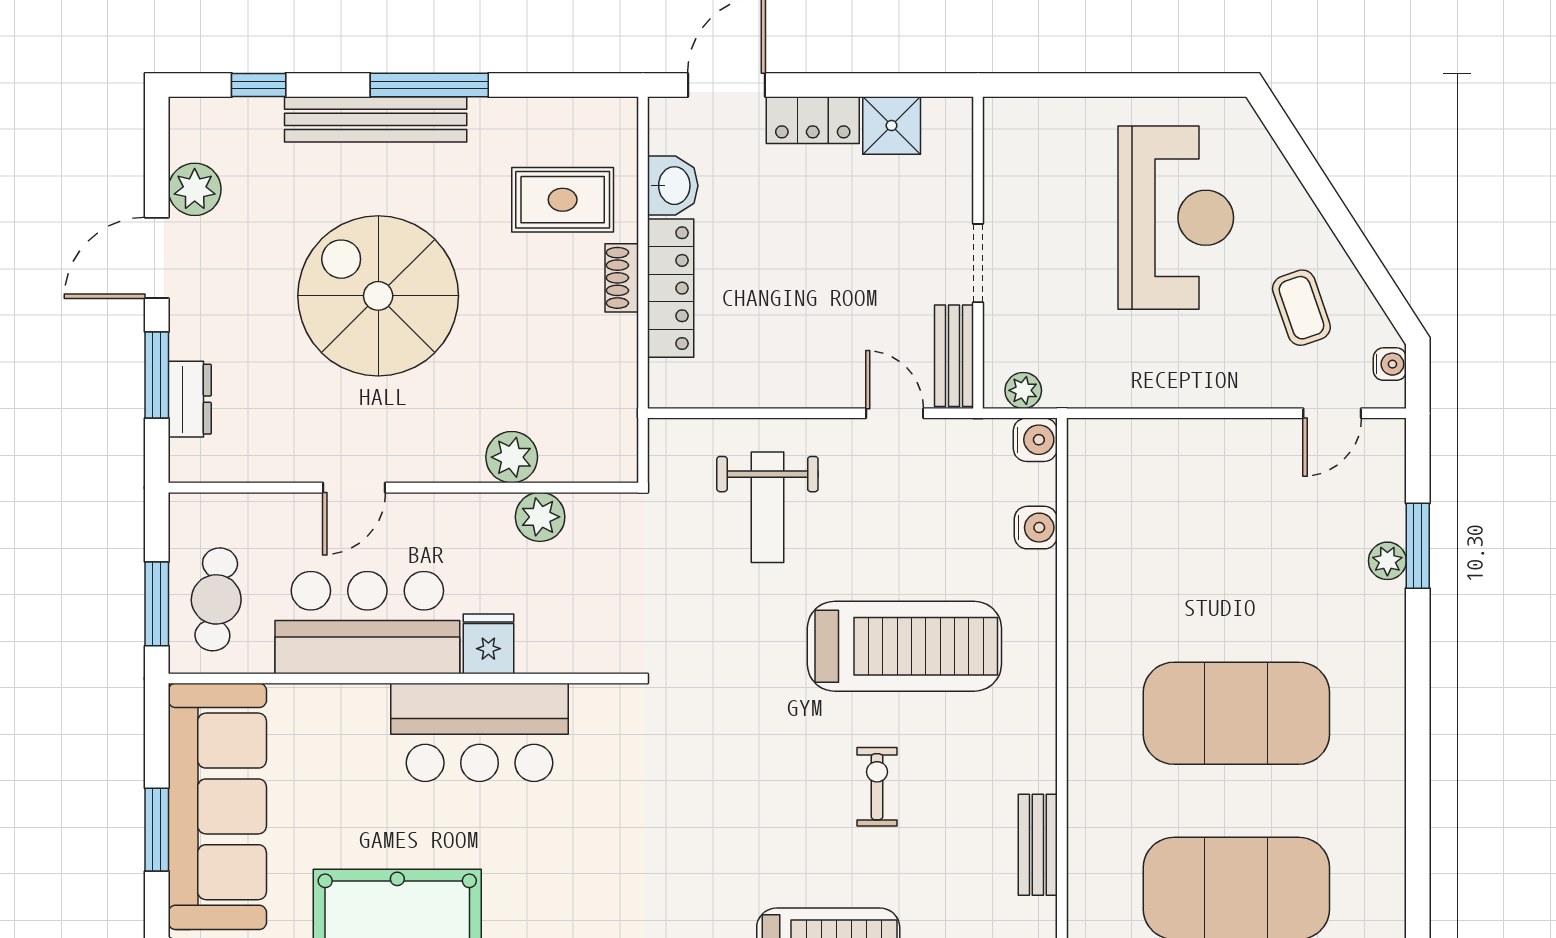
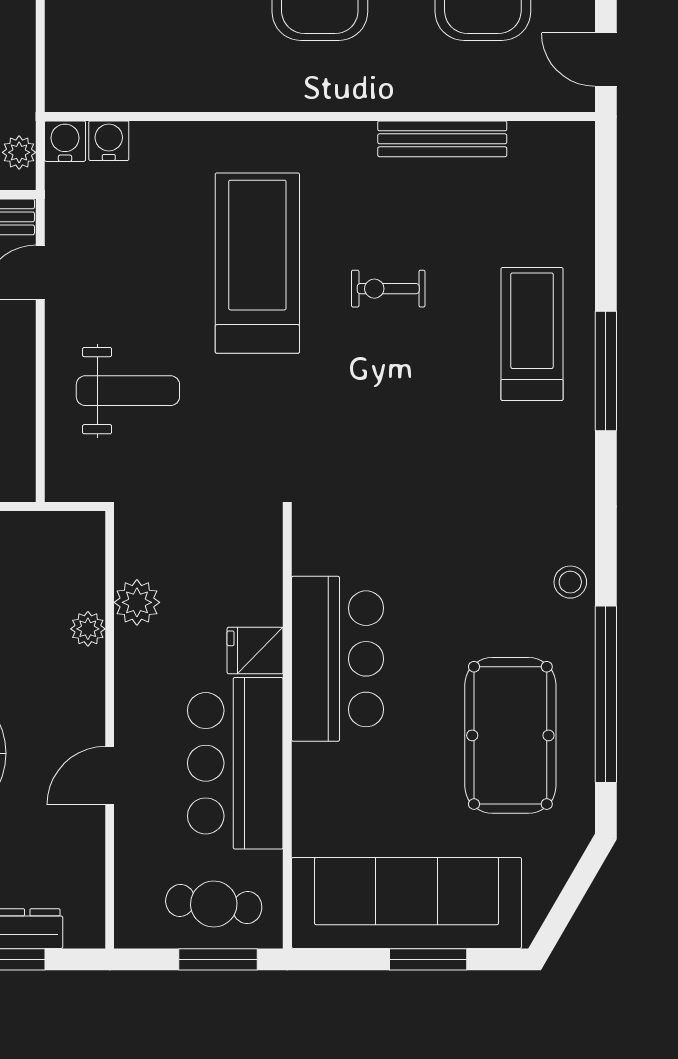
plant: (512, 457) -> (88, 629), width x0.73, depth x0.73
door: (354, 488) -> (110, 776), swing flipped
water cooler: (1036, 528) -> (109, 141), moved
bench: (1038, 845) -> (442, 139), width x1.36

